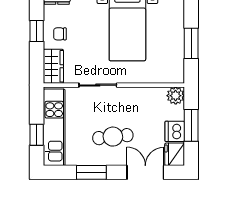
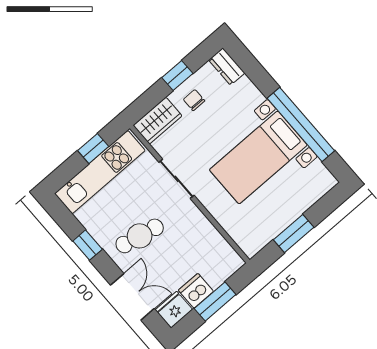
plant: (176, 96) -> (231, 262), removed
window: (37, 135) -> (93, 149), moved
cafe table: (113, 137) -> (140, 236), turned -72
window: (91, 172) -> (88, 245), width x0.67

